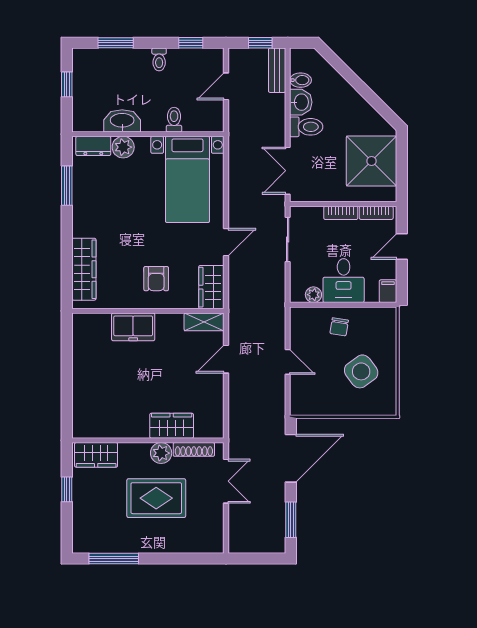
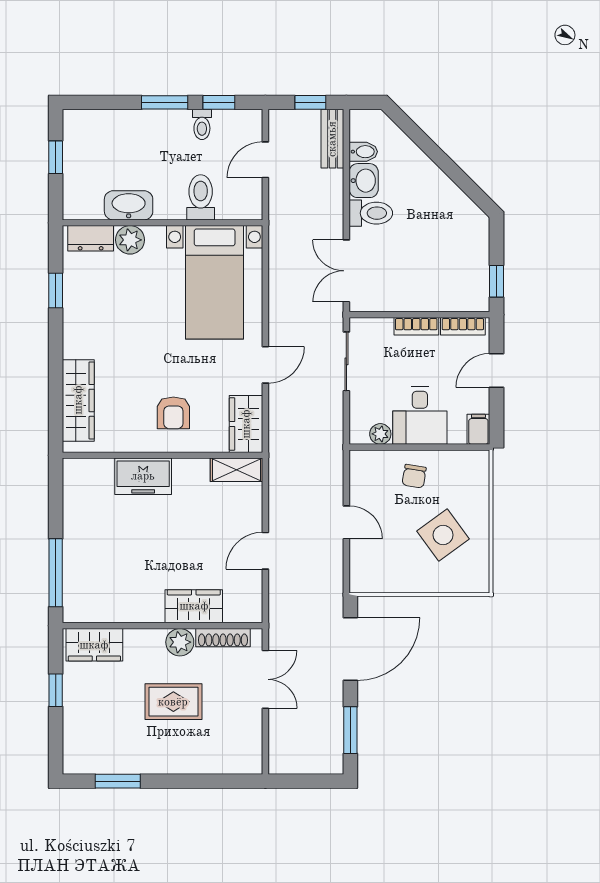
window: (116, 43) -> (165, 102), moved
toilet: (159, 59) -> (202, 124), moved
toilet: (174, 120) -> (201, 197), width x1.37, depth x1.39
shower: (371, 161) -> (457, 258), removed
window: (402, 179) -> (497, 281), added
window: (67, 186) -> (56, 290), width x0.67
door: (226, 359) -> (265, 551), moved
window: (67, 400) -> (56, 573), added
rug: (156, 498) -> (173, 702), width x0.73, depth x0.70
window: (114, 559) -> (118, 781), width x0.69

